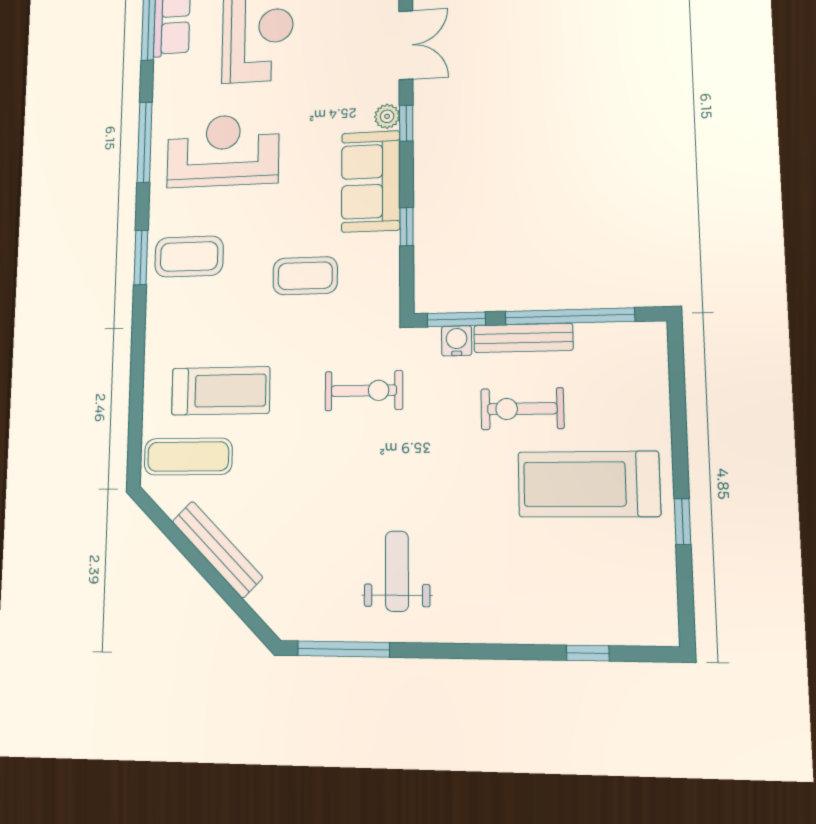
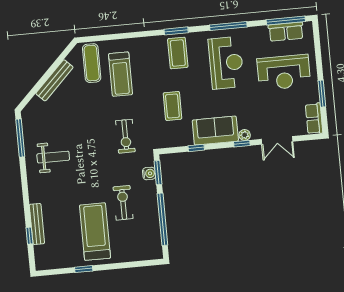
bench: (523, 338) -> (37, 224), moved

